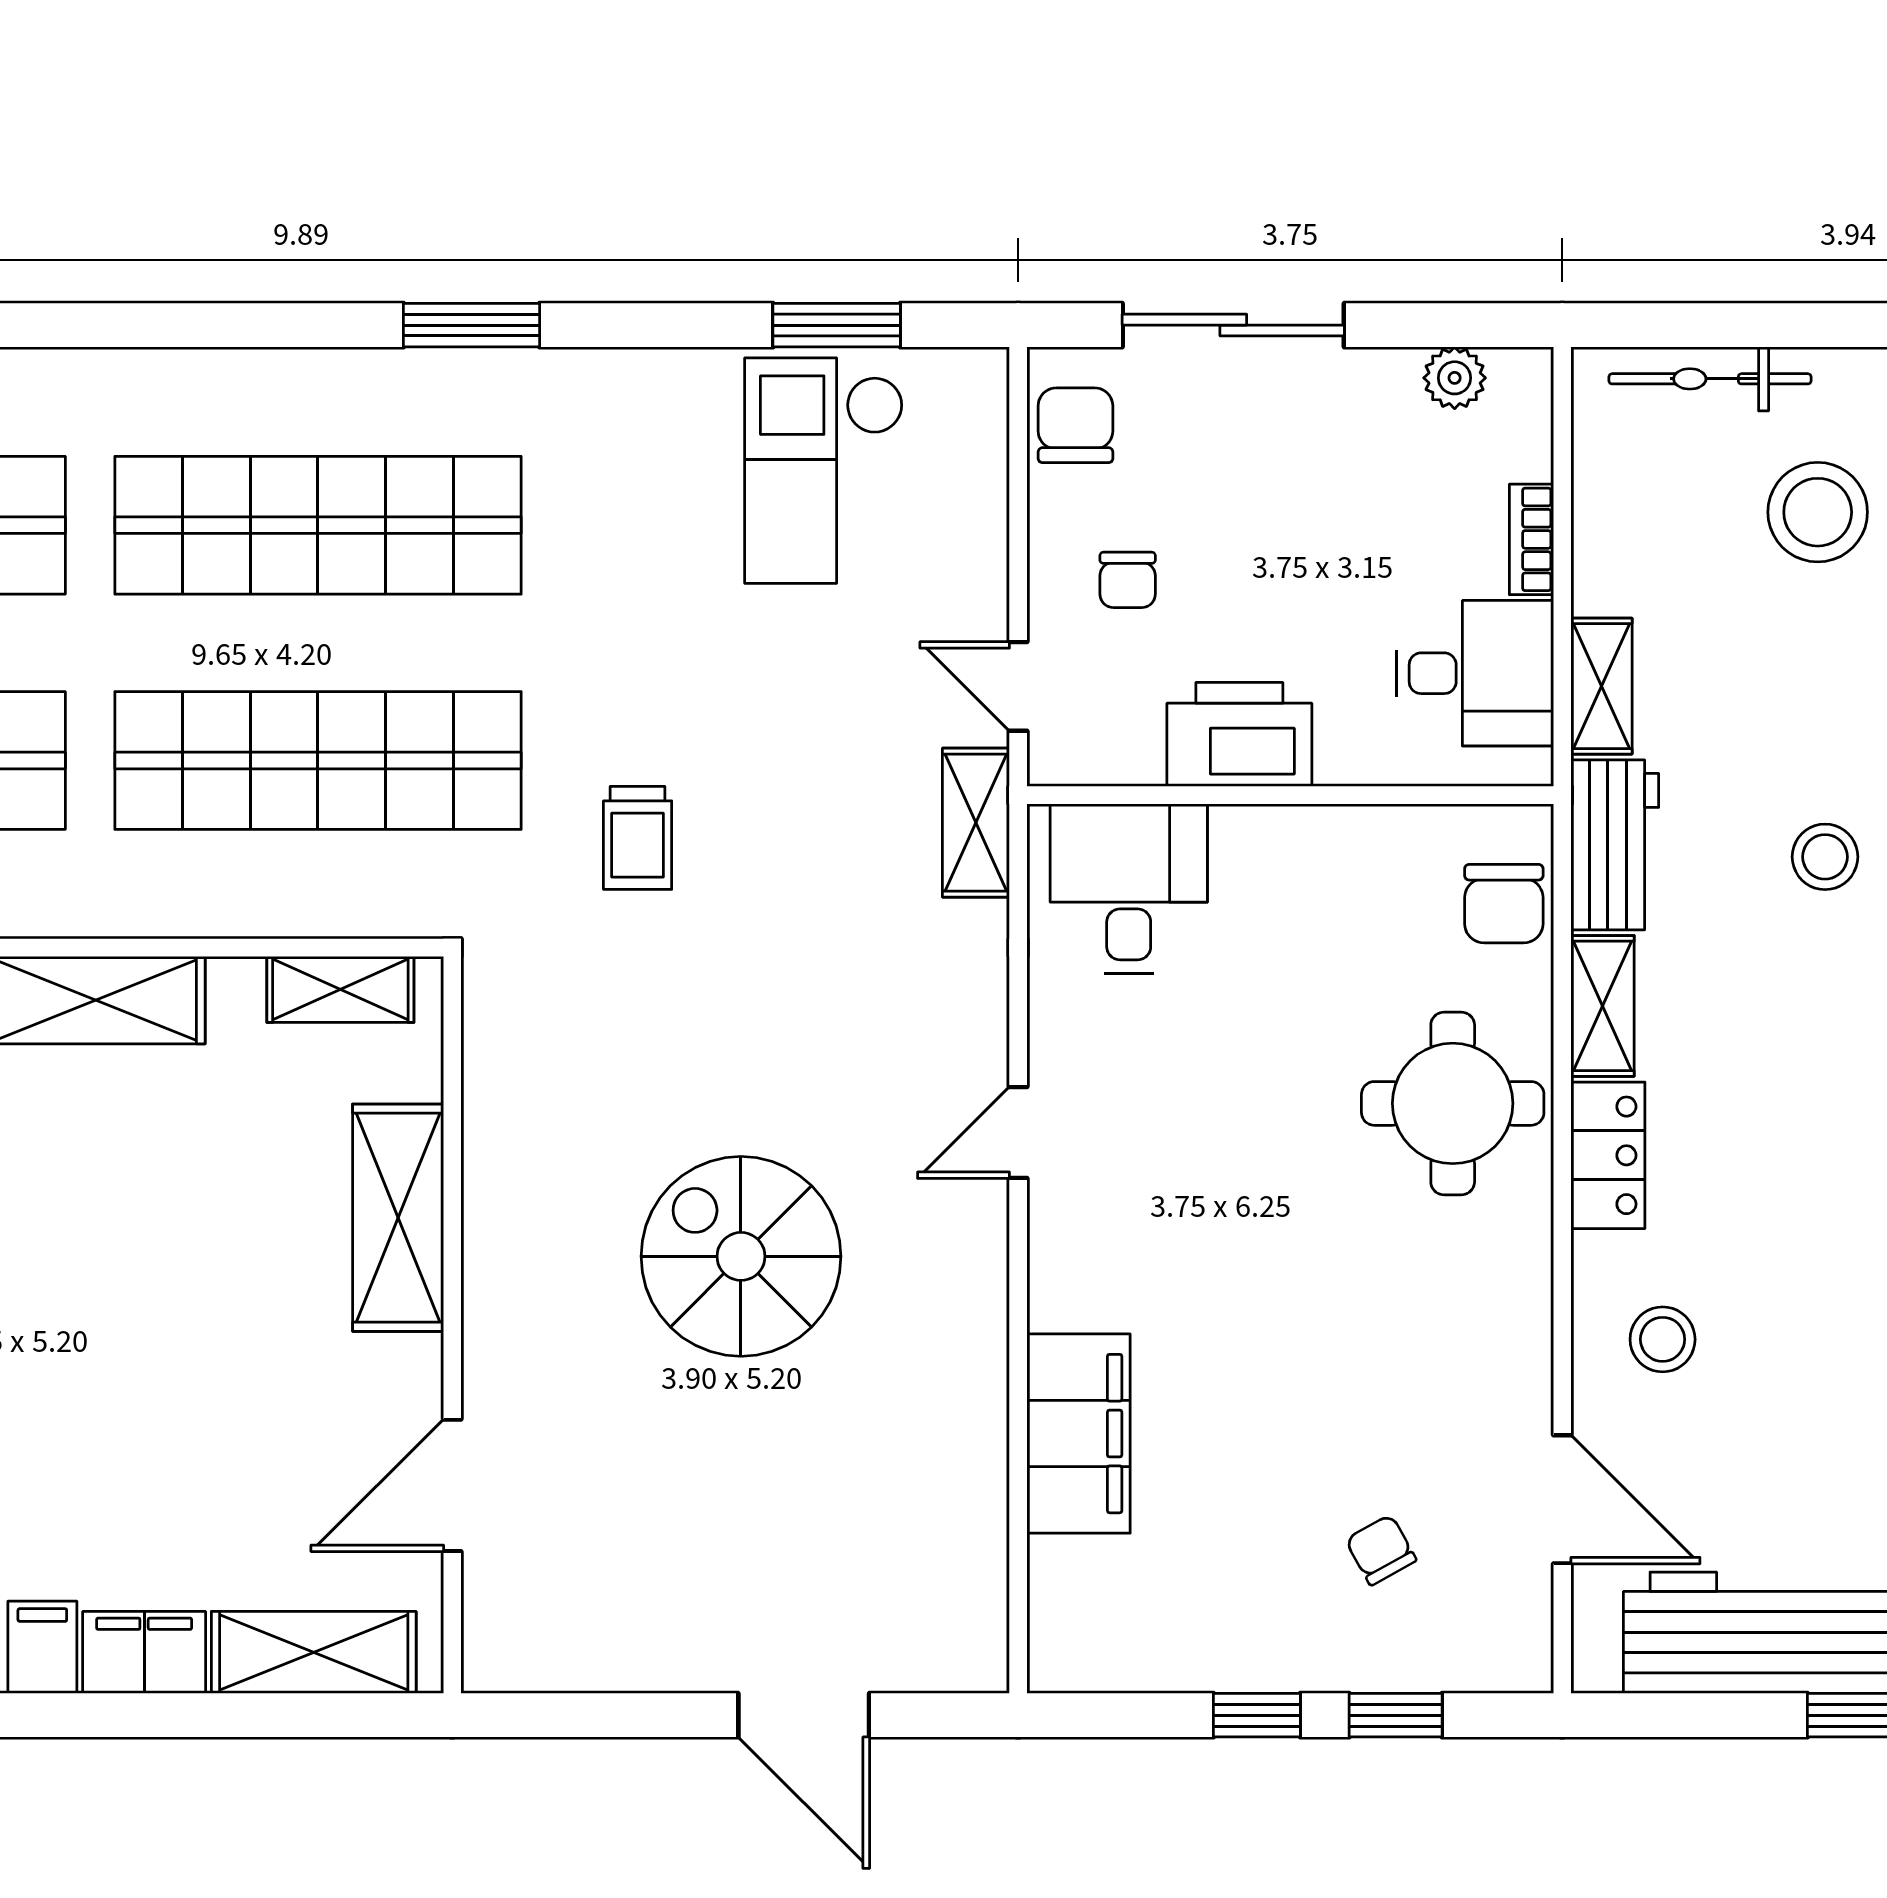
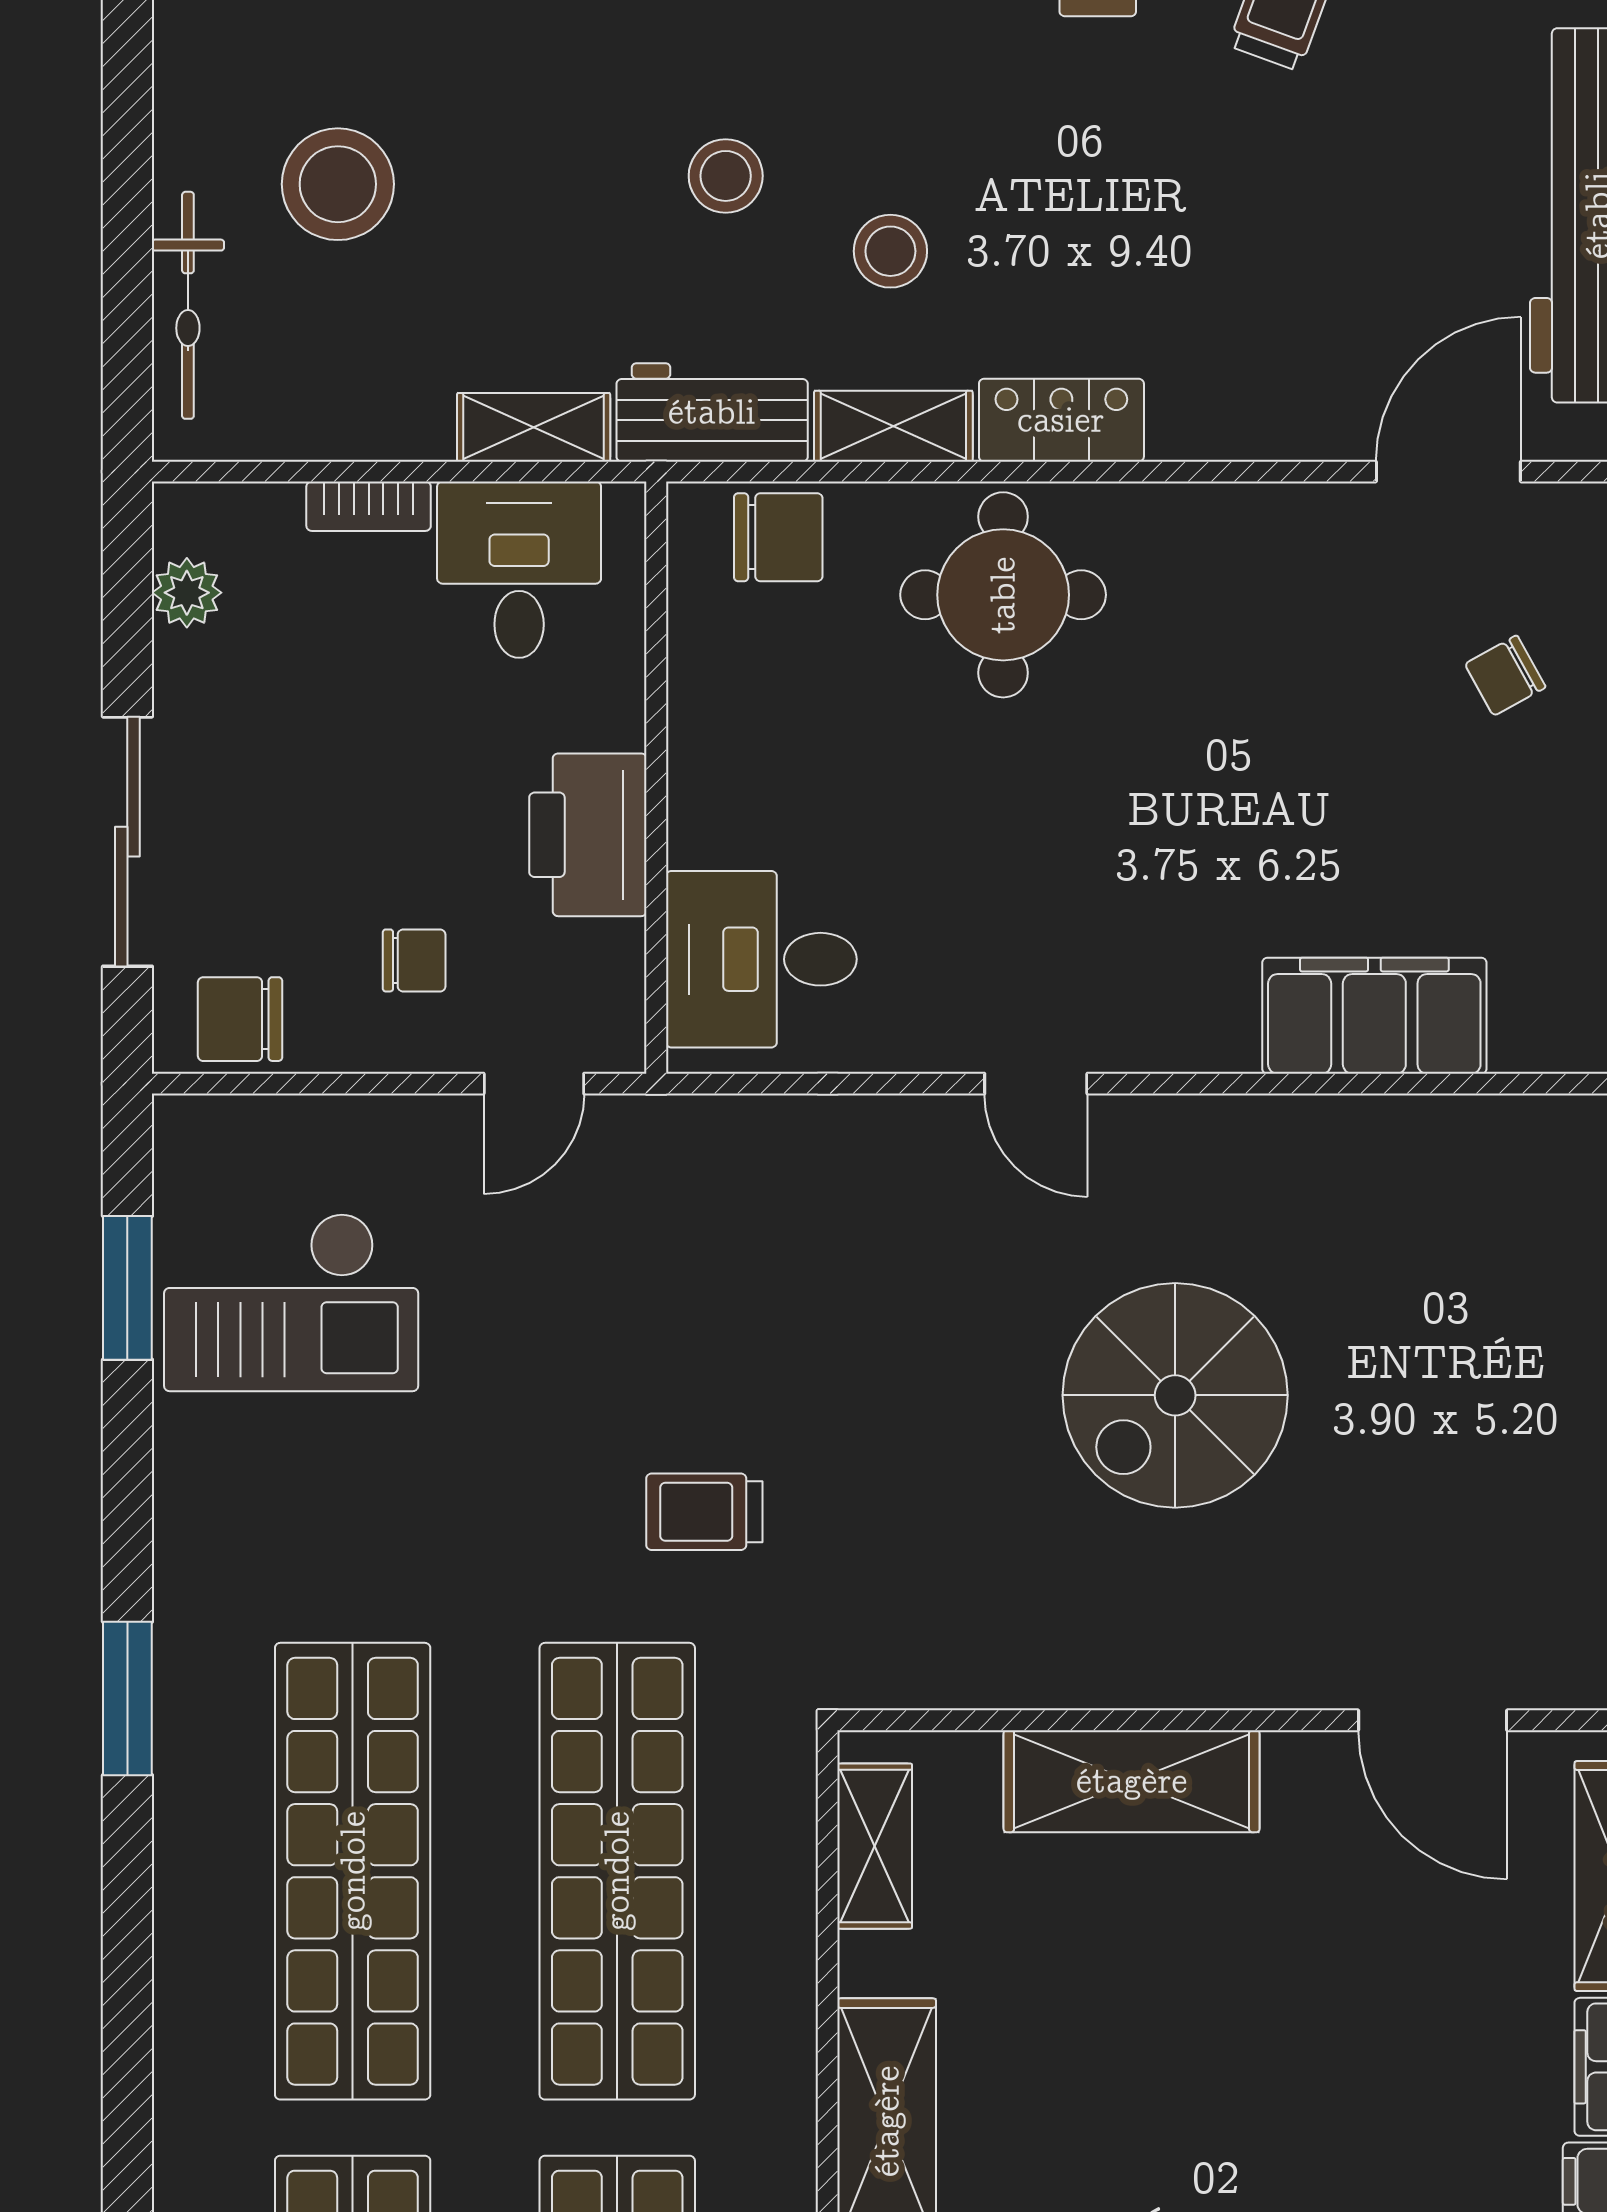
shelving: (976, 823) -> (687, 1131), removed
trolley: (638, 838) -> (704, 1512), turned 180
stool: (1663, 1339) -> (890, 251), moved

